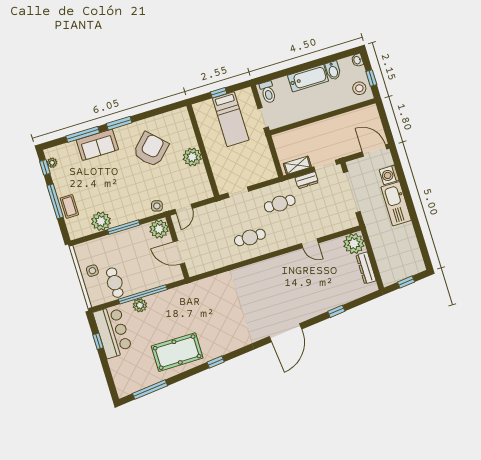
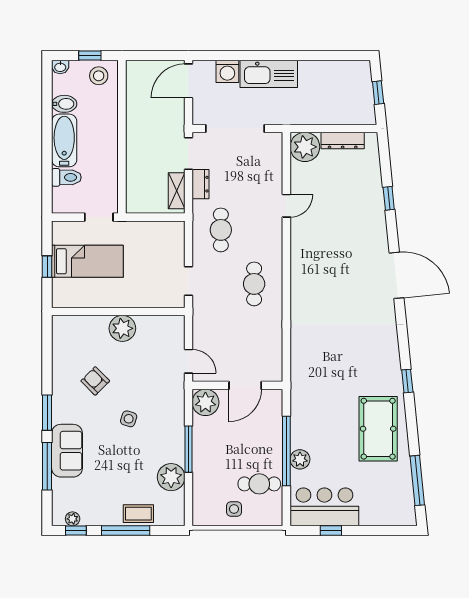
toilet: (268, 92) -> (66, 177), moved
armchair: (151, 149) -> (95, 381), width x0.53, depth x0.53
side table: (157, 206) -> (129, 419), moved

